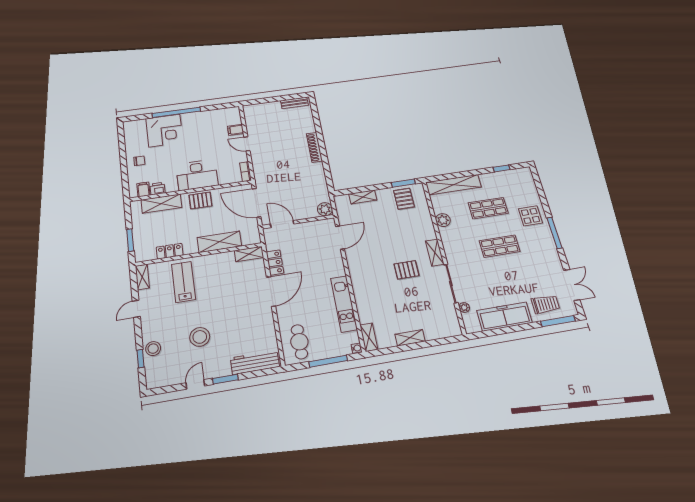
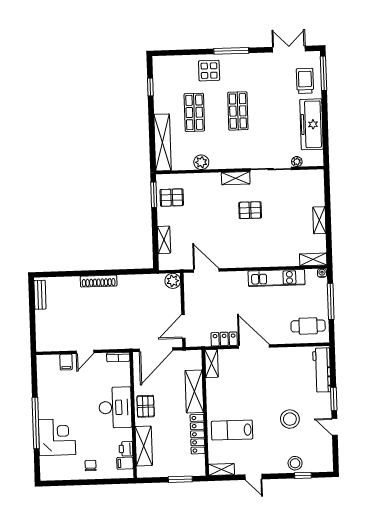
locker: (170, 251) -> (197, 434), width x1.53
pallet: (406, 270) -> (250, 210), turned 90

